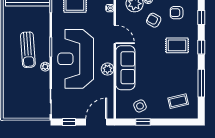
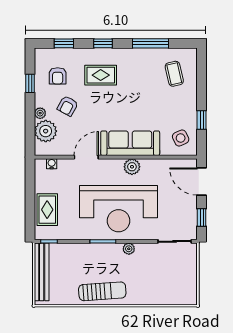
rug: (177, 45) -> (101, 75), turned 90
sun lounger: (28, 50) -> (102, 291), moved
side table: (140, 106) -> (181, 138), moved

